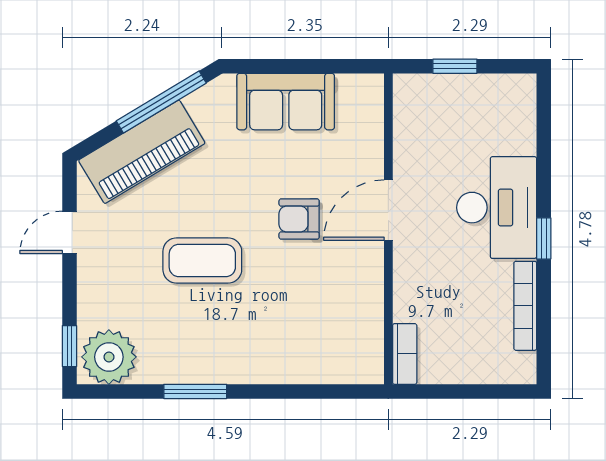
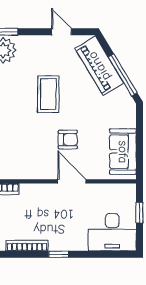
sofa: (286, 102) -> (123, 152), moved
desk: (497, 208) -> (112, 232), moved
armchair: (299, 219) -> (68, 140), turned 90

